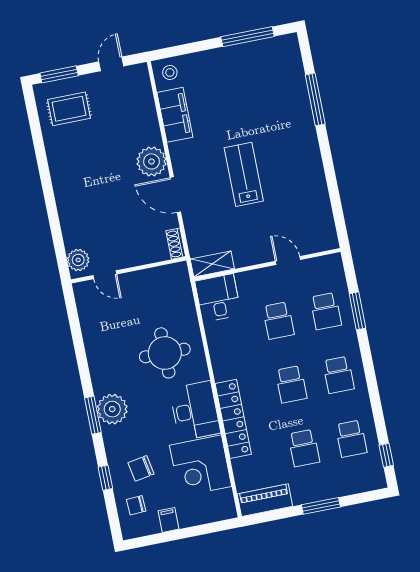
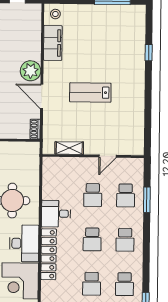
window: (315, 99) -> (149, 53), width x0.46
lab bench: (244, 174) -> (90, 92), turned -90
door: (288, 260) -> (108, 156), swing flipped
shelving: (212, 264) -> (69, 148), moved
desk: (218, 298) -> (56, 214), moved, turned -90

